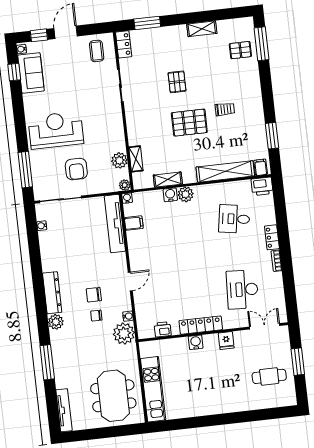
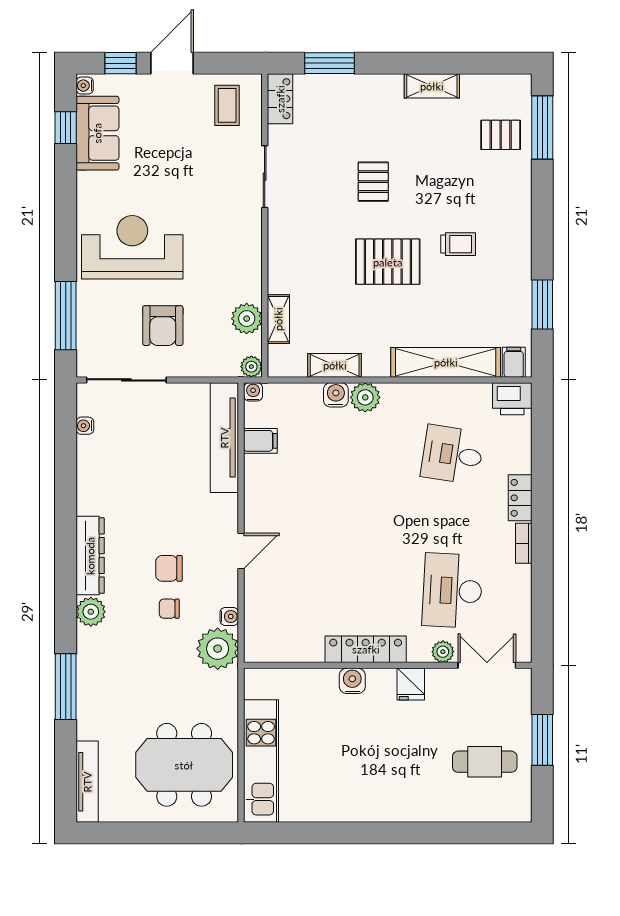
plant: (241, 322) -> (443, 652), added
printer: (163, 329) -> (292, 649), removed
meeting table: (113, 396) -> (184, 765), turned 90

